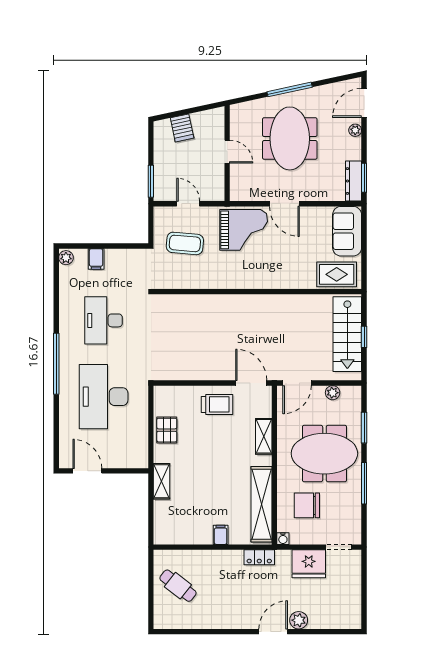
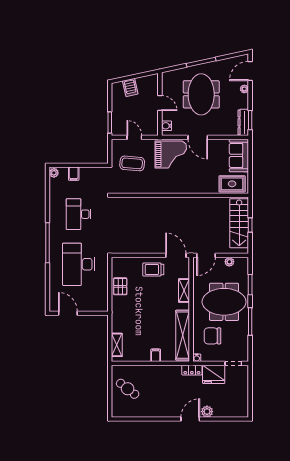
water cooler: (237, 186) -> (166, 126), added
trolley: (217, 404) -> (153, 269), turned 180
shelving: (162, 481) -> (117, 345), moved
locker: (259, 557) -> (192, 370), moved

